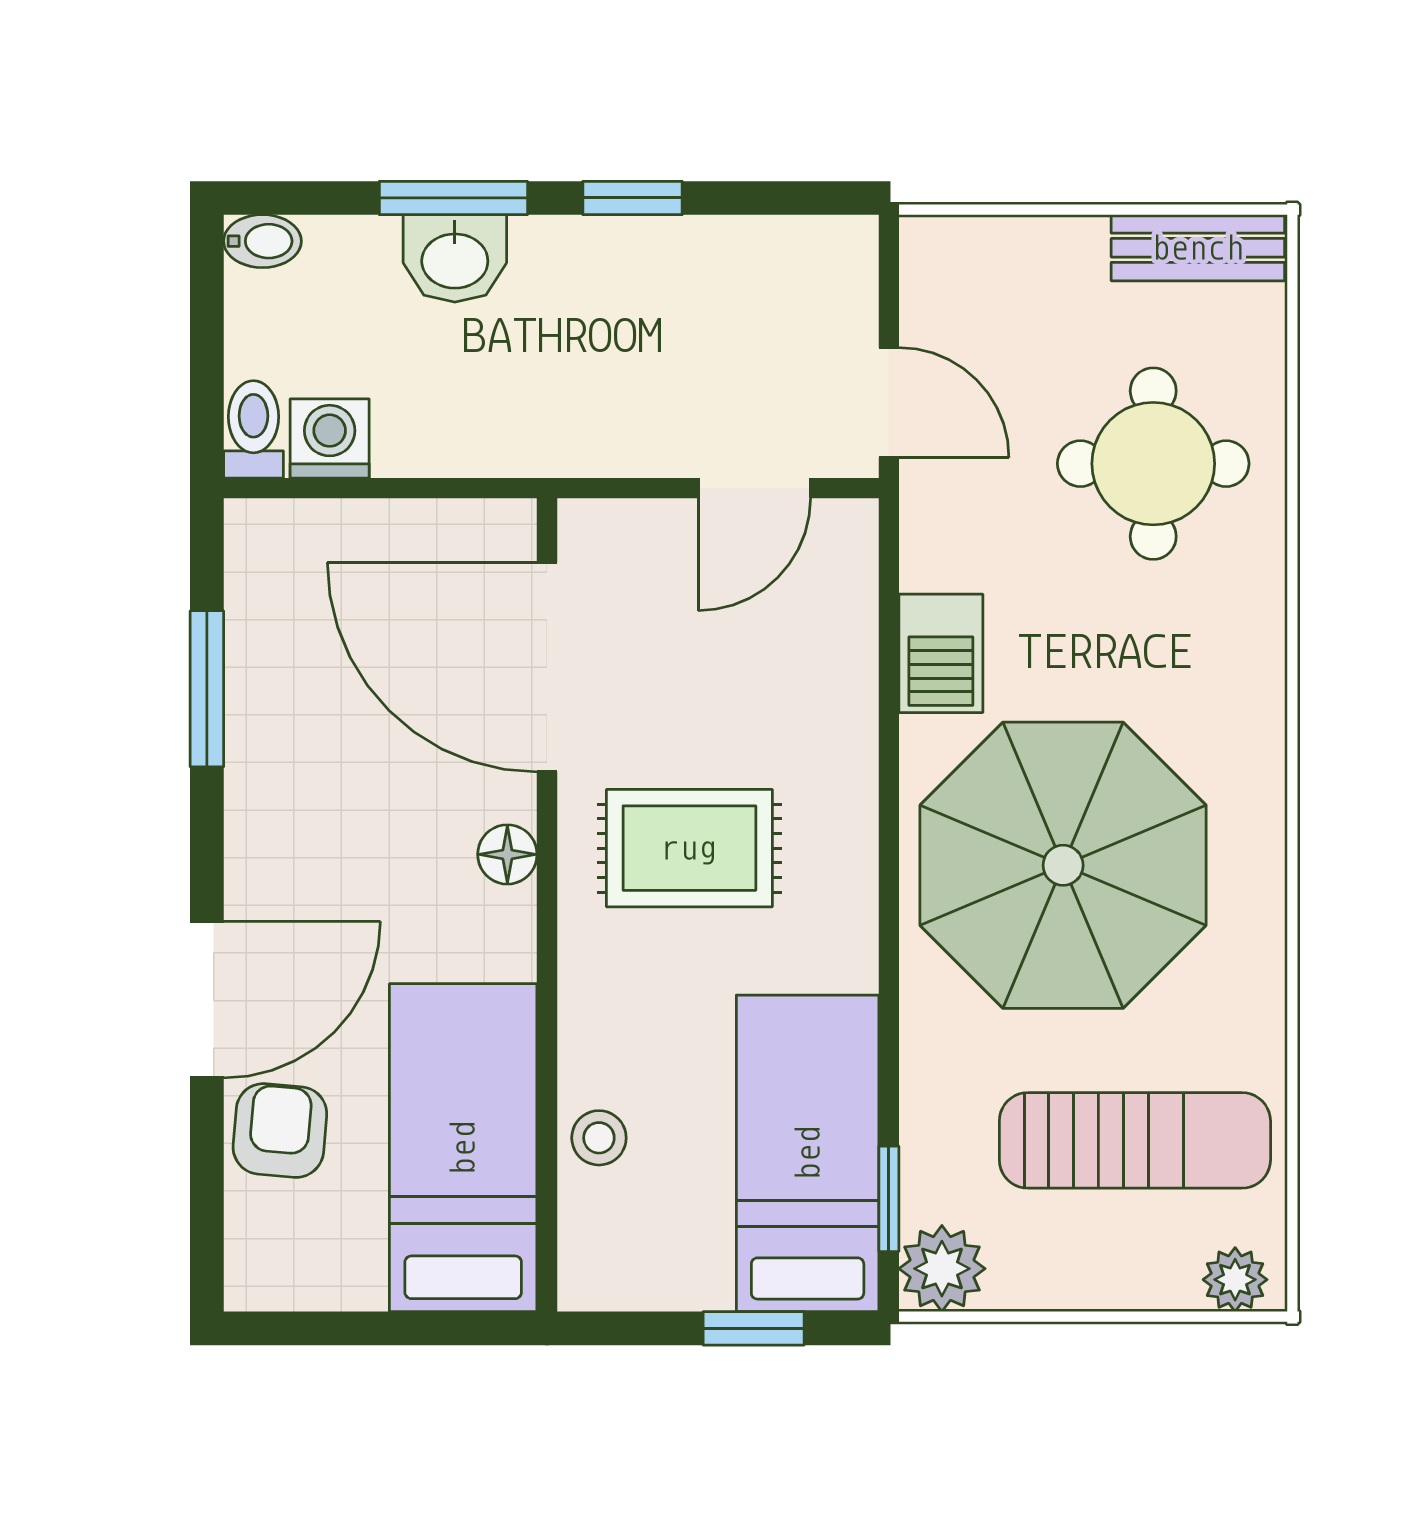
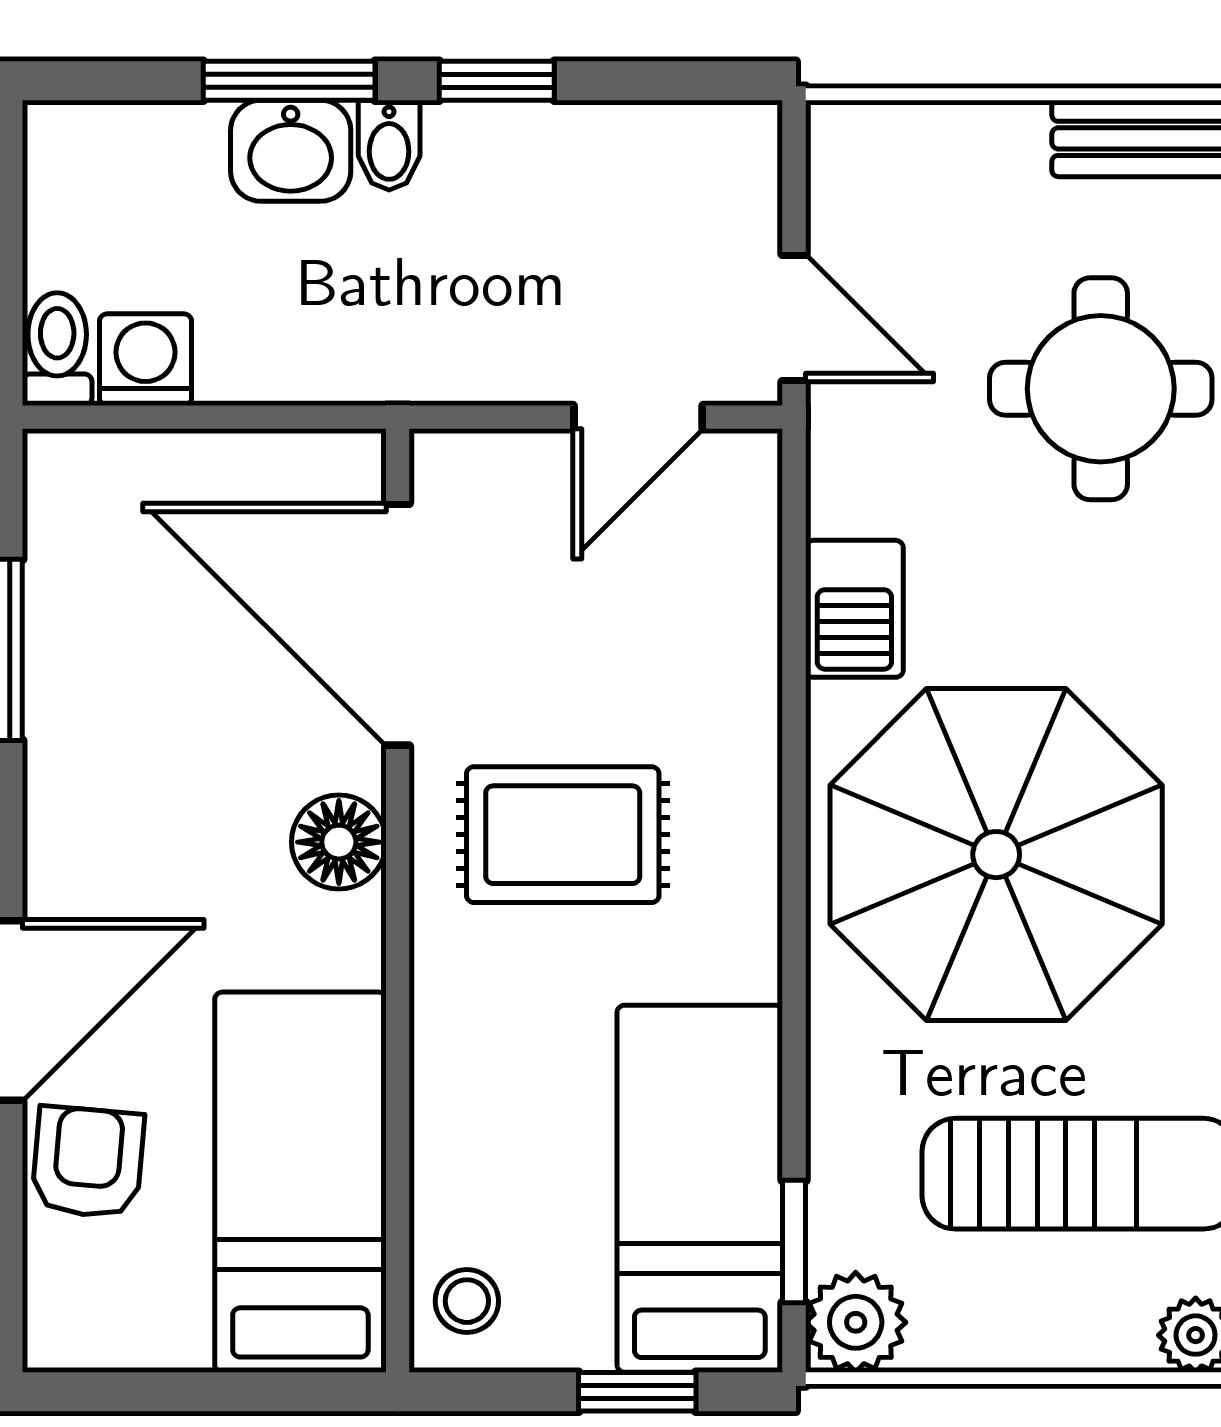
bidet: (262, 241) -> (389, 145), moved, turned 90
floor lamp: (507, 854) -> (339, 842), width x1.37, depth x1.37
stool: (599, 1138) -> (467, 1301), moved

